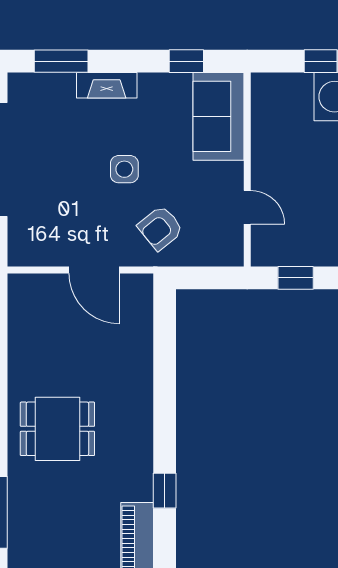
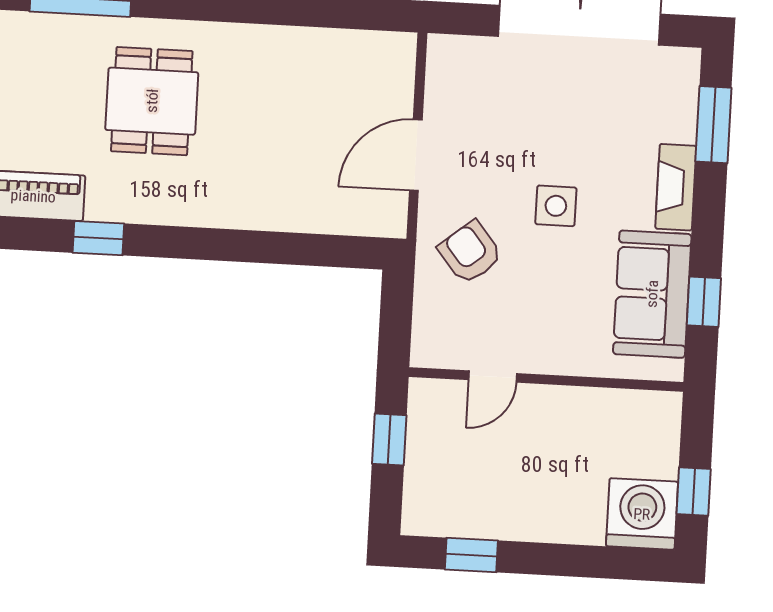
sofa: (218, 116) -> (652, 294), moved, turned -90
dining table: (57, 429) -> (152, 101), moved

